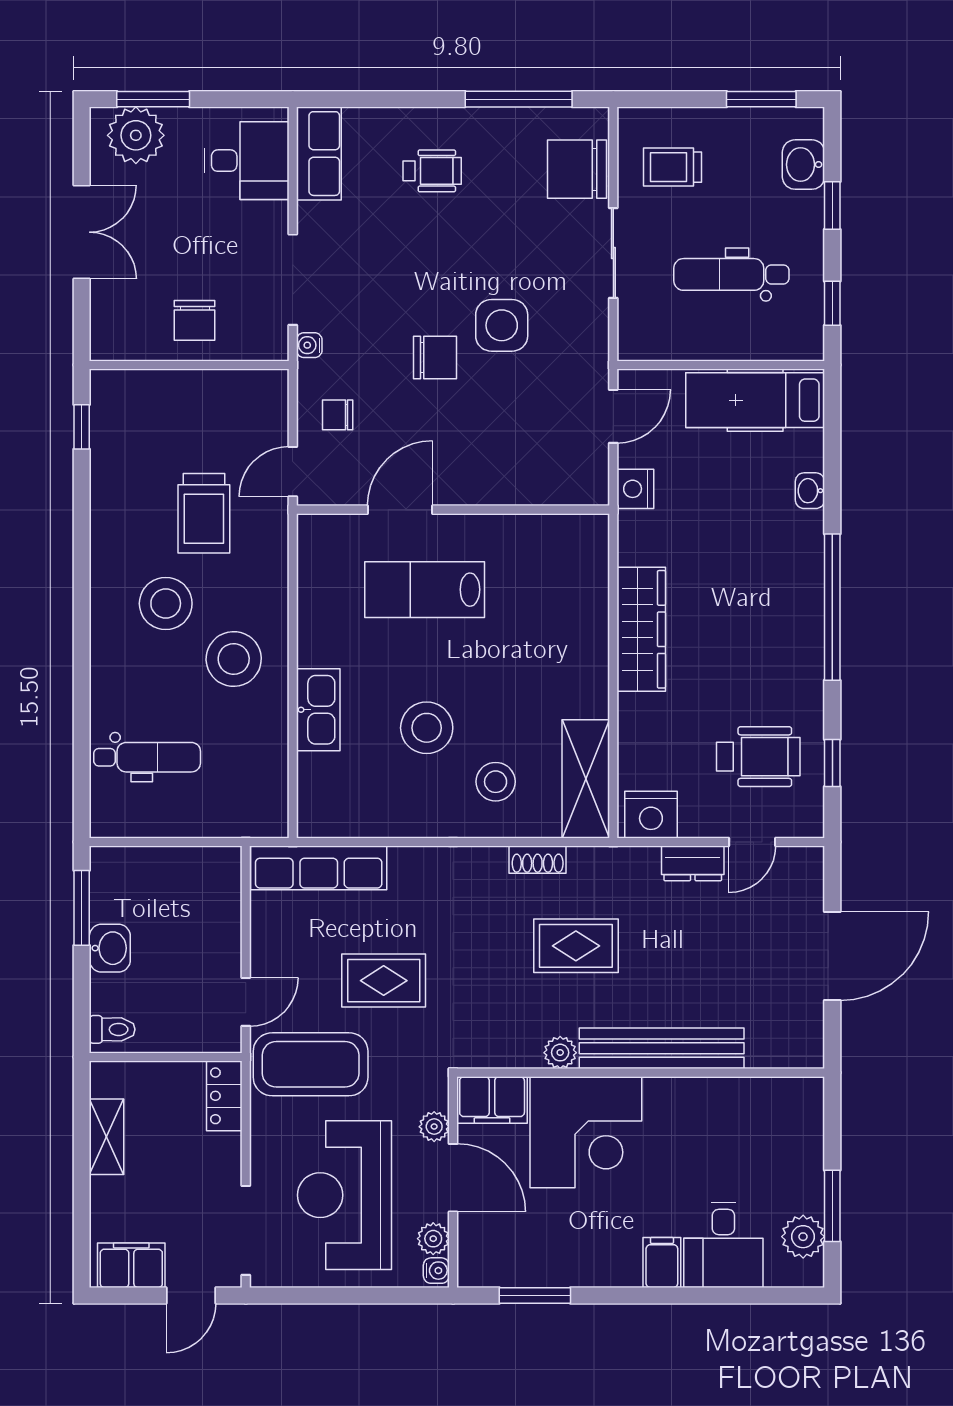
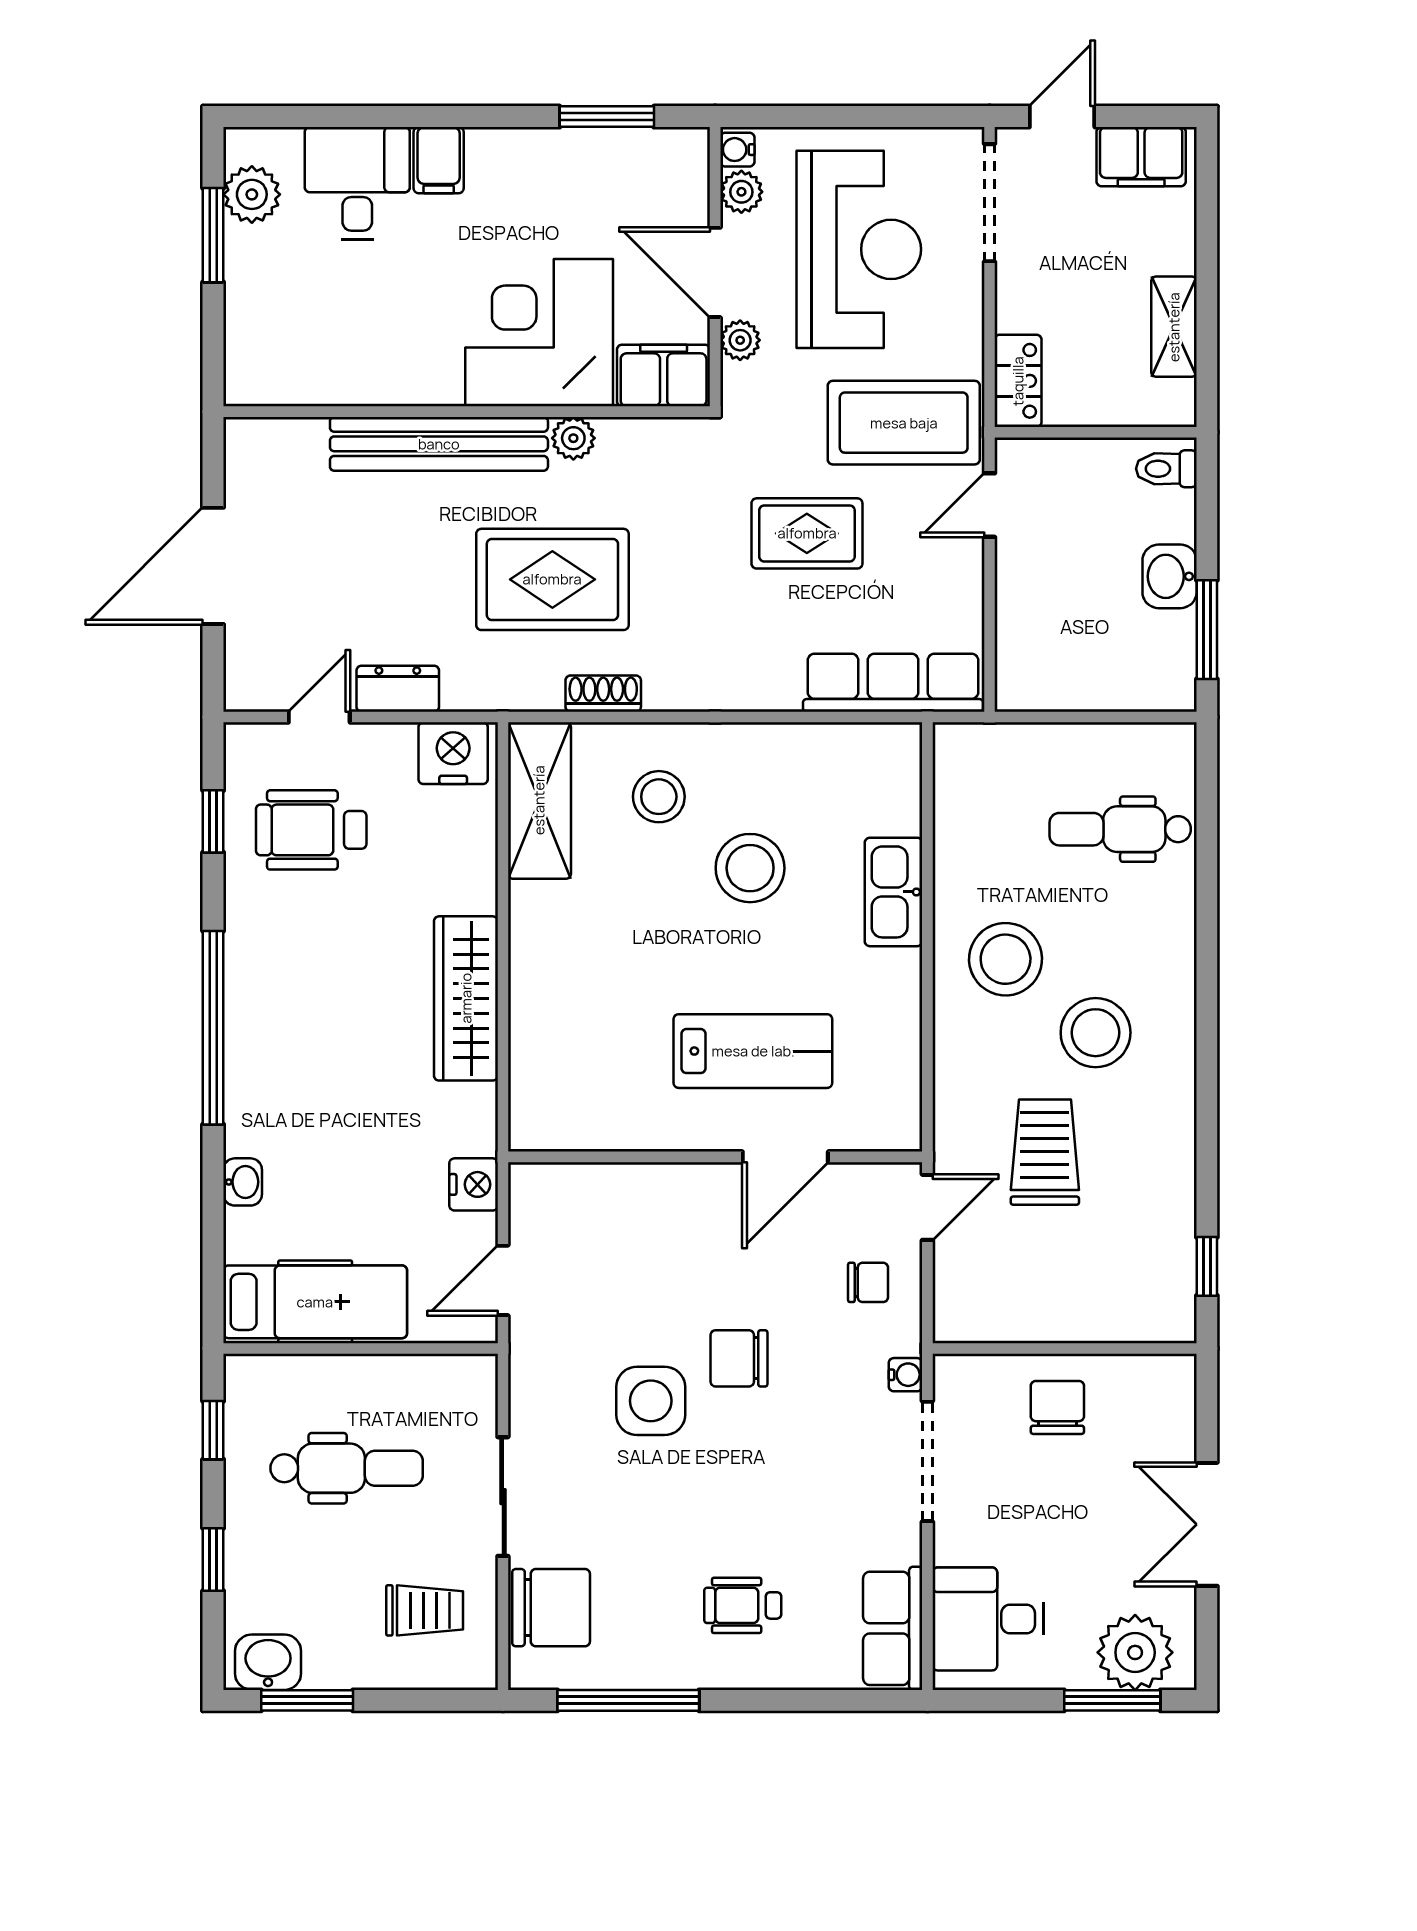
washbasin: (803, 165) -> (268, 1662), moved, turned -90
rug: (576, 946) -> (552, 579), width x1.36, depth x1.43

